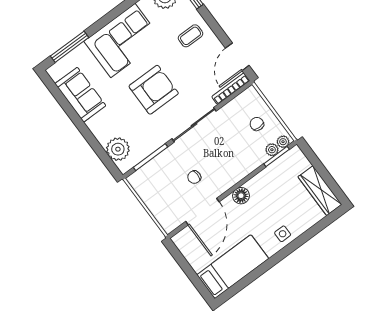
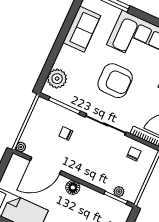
chair: (257, 124) -> (134, 154), moved
plant: (283, 142) -> (21, 147), moved
chair: (194, 177) -> (66, 133), moved

